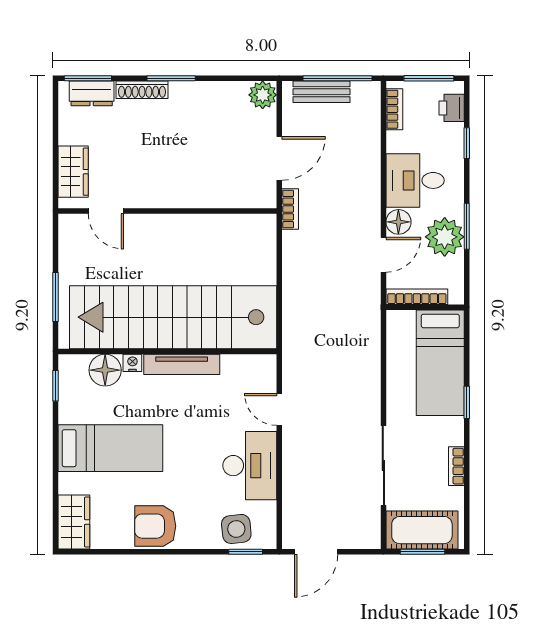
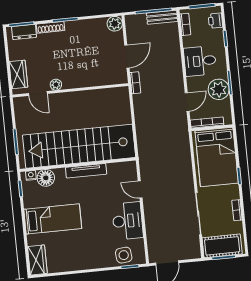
bench: (322, 92) -> (162, 17), moved
plant: (141, 198) -> (56, 85), added
floor lamp: (398, 222) -> (193, 84), removed
nightstand: (132, 363) -> (31, 175), moved
bed: (440, 363) -> (217, 157), width x1.50
armchair: (155, 526) -> (81, 258), removed

